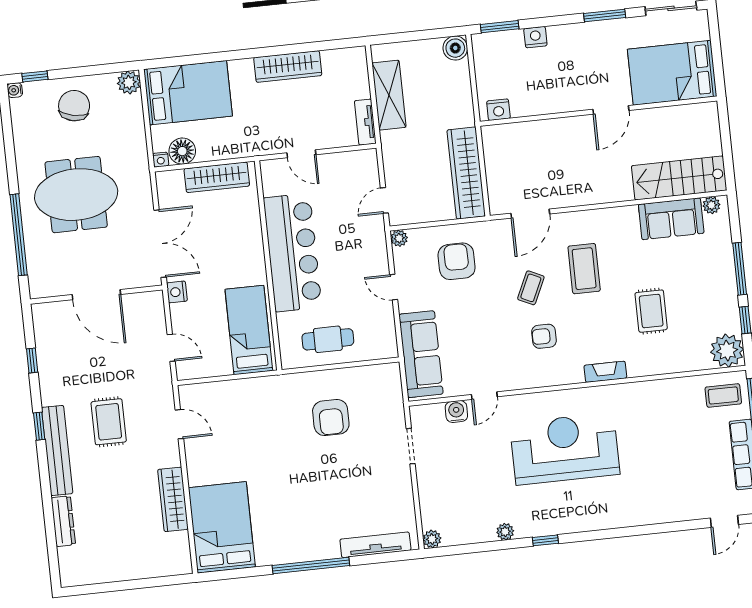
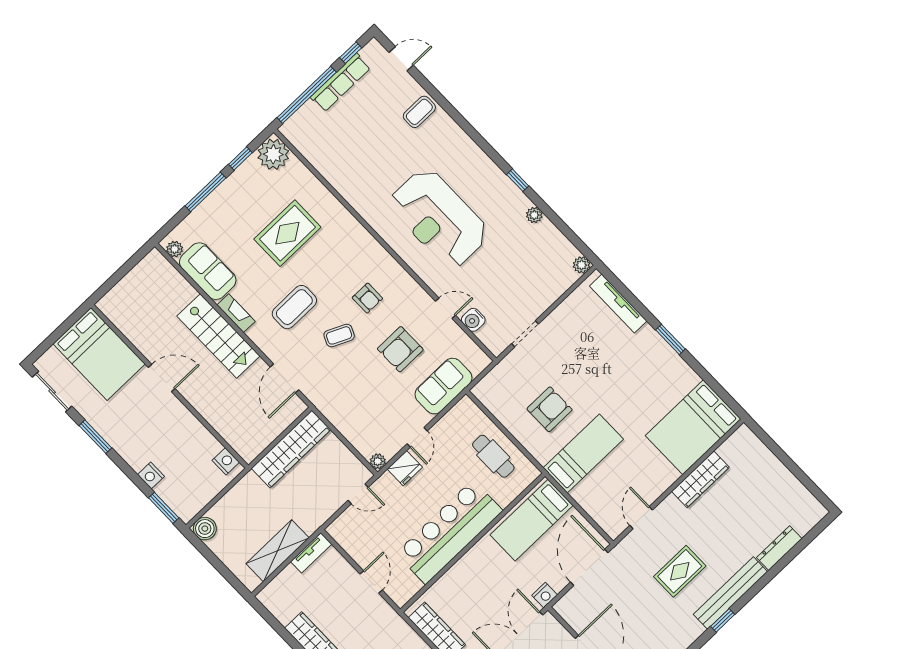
stairs: (679, 178) -> (218, 336), moved
door: (530, 214) -> (284, 378), swing flipped
fridge: (376, 257) -> (405, 468), added
armchair: (457, 261) -> (400, 349), moved
rug: (651, 311) -> (287, 233), width x1.36, depth x1.43
door: (171, 348) -> (589, 567), width x1.87
sofa: (421, 354) -> (443, 386), width x0.73
fireplace: (605, 372) -> (236, 313), moved, turned 180
coffee table: (723, 395) -> (419, 112), moved, turned 90
bed: (271, 417) -> (583, 454), added
window: (311, 565) -> (670, 339), width x0.47

